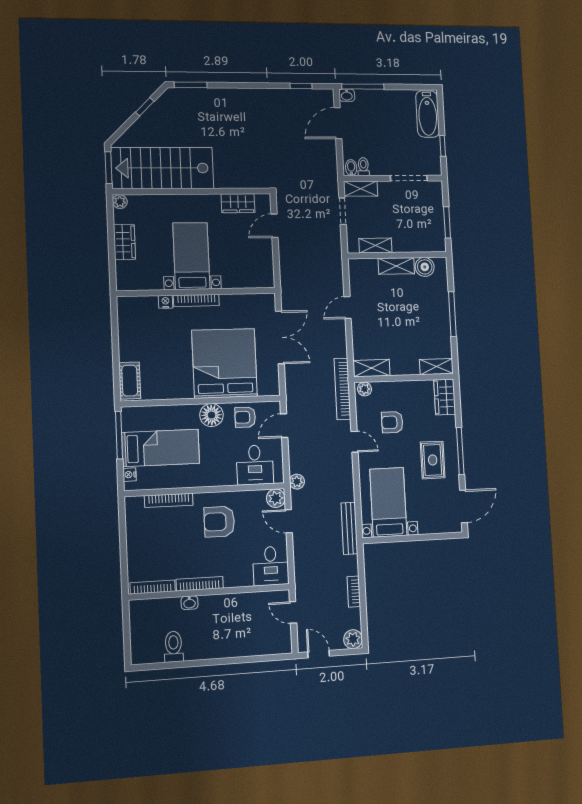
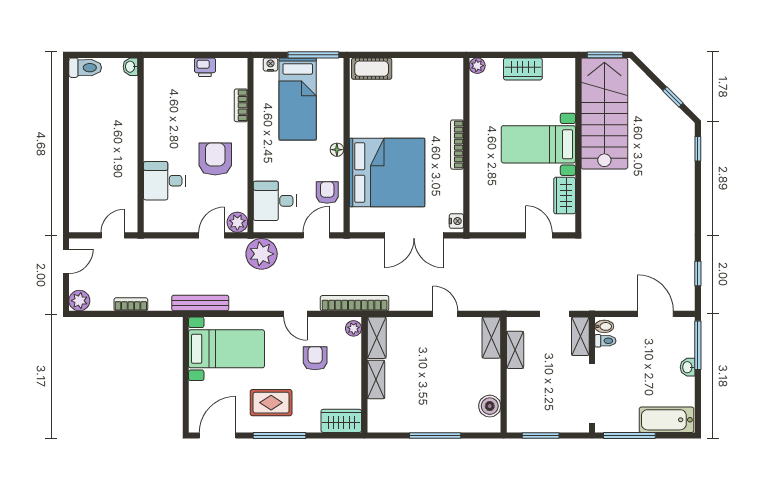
window: (191, 85) -> (698, 149), width x0.67
washbasin: (347, 95) -> (688, 367), moved
window: (443, 146) -> (629, 436), width x2.17
doorway: (409, 178) -> (592, 393), width x1.36
plant: (120, 202) -> (477, 66), moved
bed with nightstands: (191, 256) -> (538, 144), moved, turned 180
shelving: (396, 266) -> (491, 338), moved
nightstand: (165, 302) -> (456, 221), moved
shelving: (436, 367) -> (376, 379), moved
floor lamp: (211, 415) -> (337, 150), width x0.53, depth x0.53
door: (284, 426) -> (316, 235), hinge flipped
door: (355, 442) -> (295, 314), hinge flipped
plant: (297, 482) -> (262, 254), width x1.87, depth x1.87
bookcase: (169, 500) -> (241, 105), width x0.64
door: (464, 506) -> (218, 436), swing flipped
printer: (135, 536) -> (205, 67), added
desk: (271, 566) -> (164, 181), moved
bookcase: (200, 584) -> (150, 135), removed
bookcase: (153, 587) -> (150, 84), removed
washbasin: (189, 603) -> (131, 67), moved
toilet: (174, 647) -> (85, 68), moved

